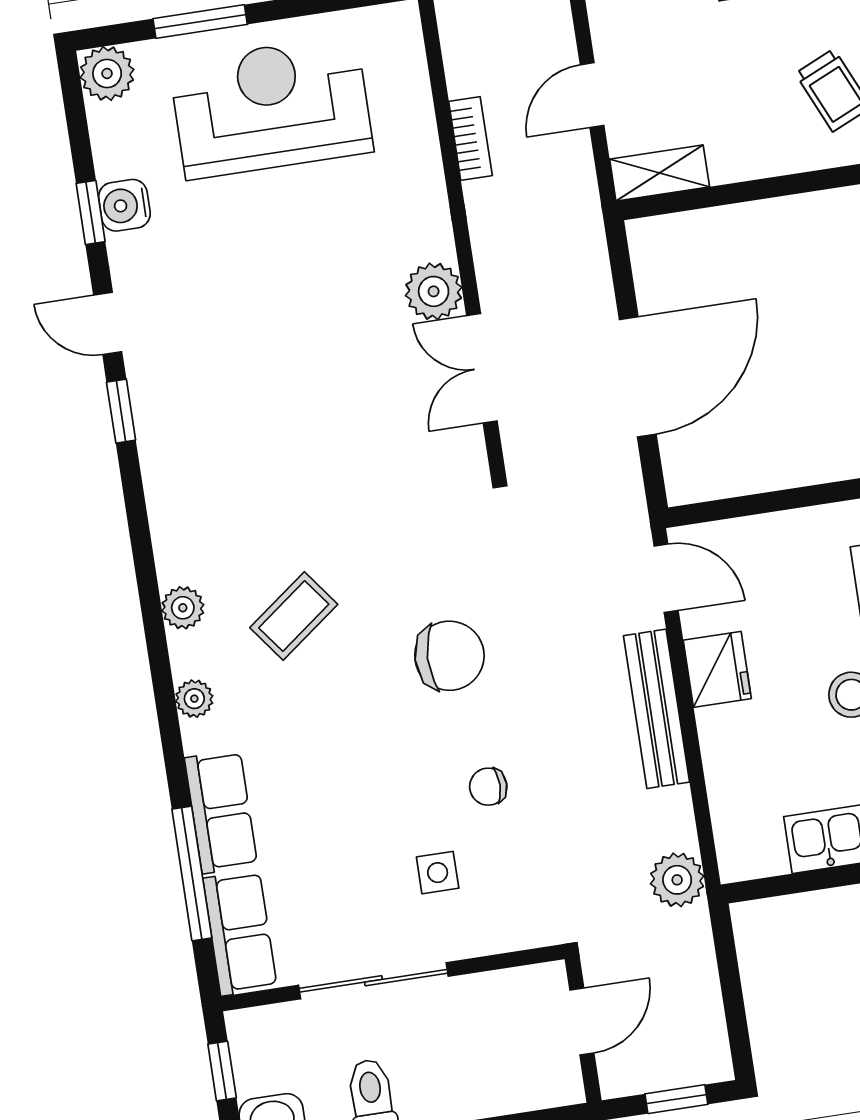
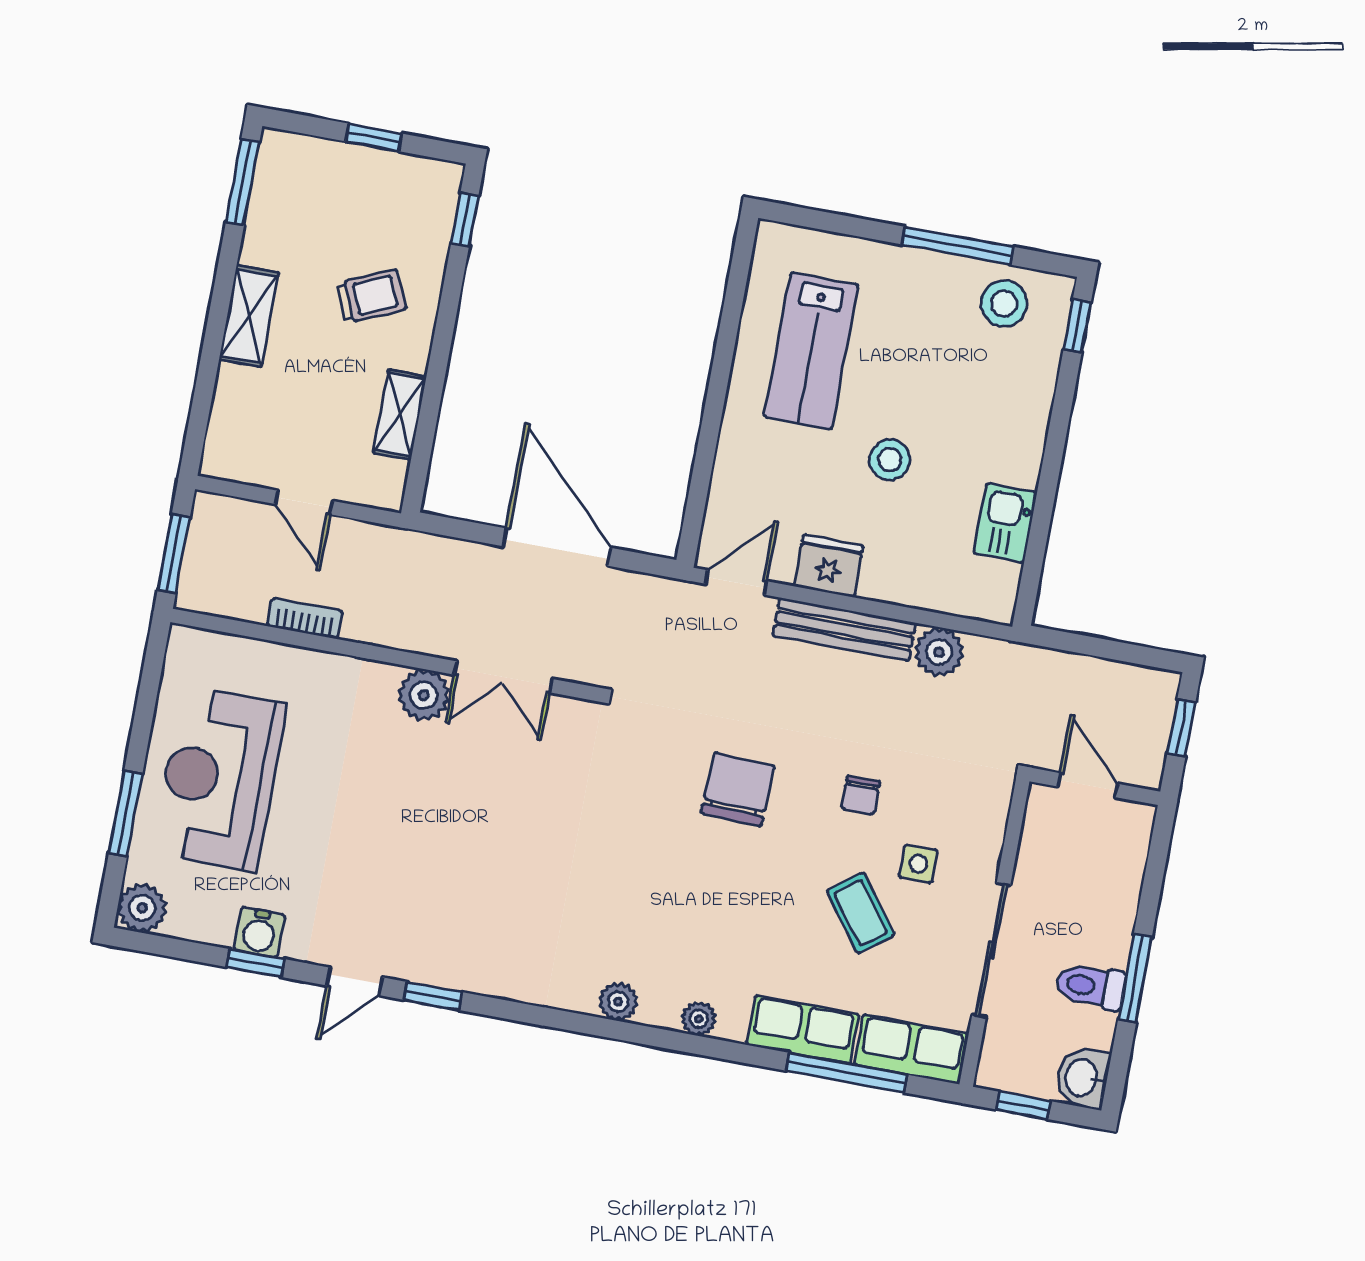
shelving: (660, 173) -> (400, 415), moved
coffee table: (294, 616) -> (861, 913), moved
plant: (677, 880) -> (939, 652), moved

